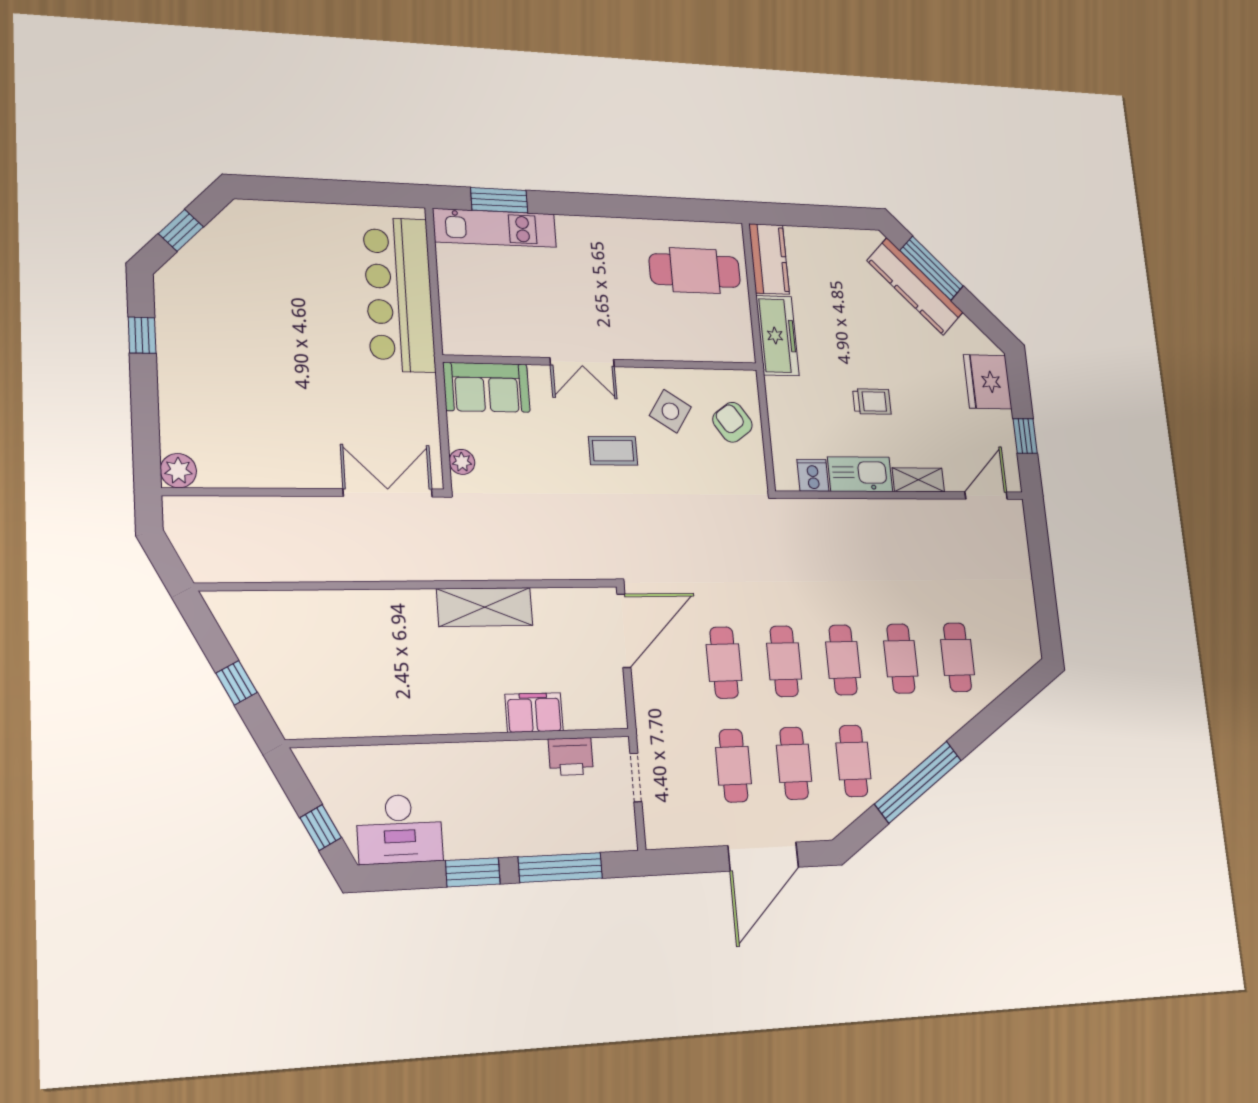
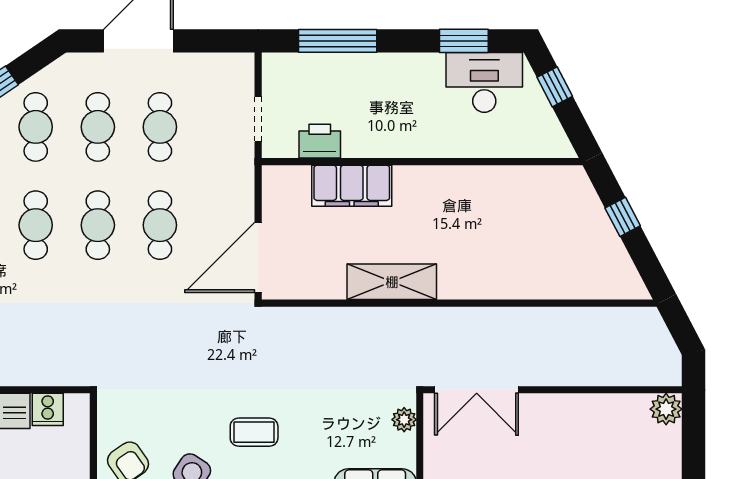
filing cabinet: (534, 713) -> (352, 186), width x1.50, depth x1.17
window: (473, 872) -> (464, 41), moved

